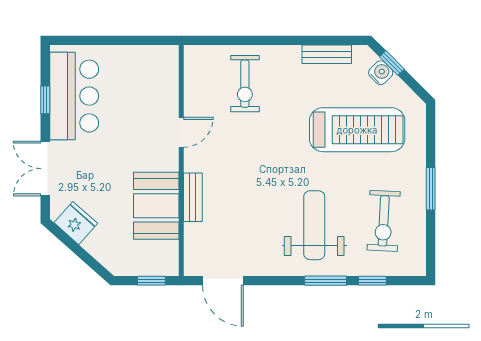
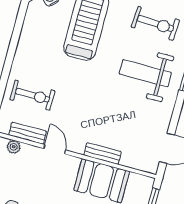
bench: (327, 54) -> (28, 133), moved, turned 90
plant: (170, 77) -> (14, 147), added

